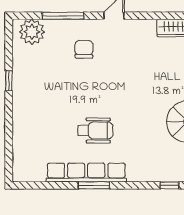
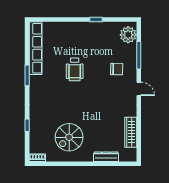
wheelchair: (95, 130) -> (75, 69), moved
row of seats: (86, 173) -> (36, 48), moved

